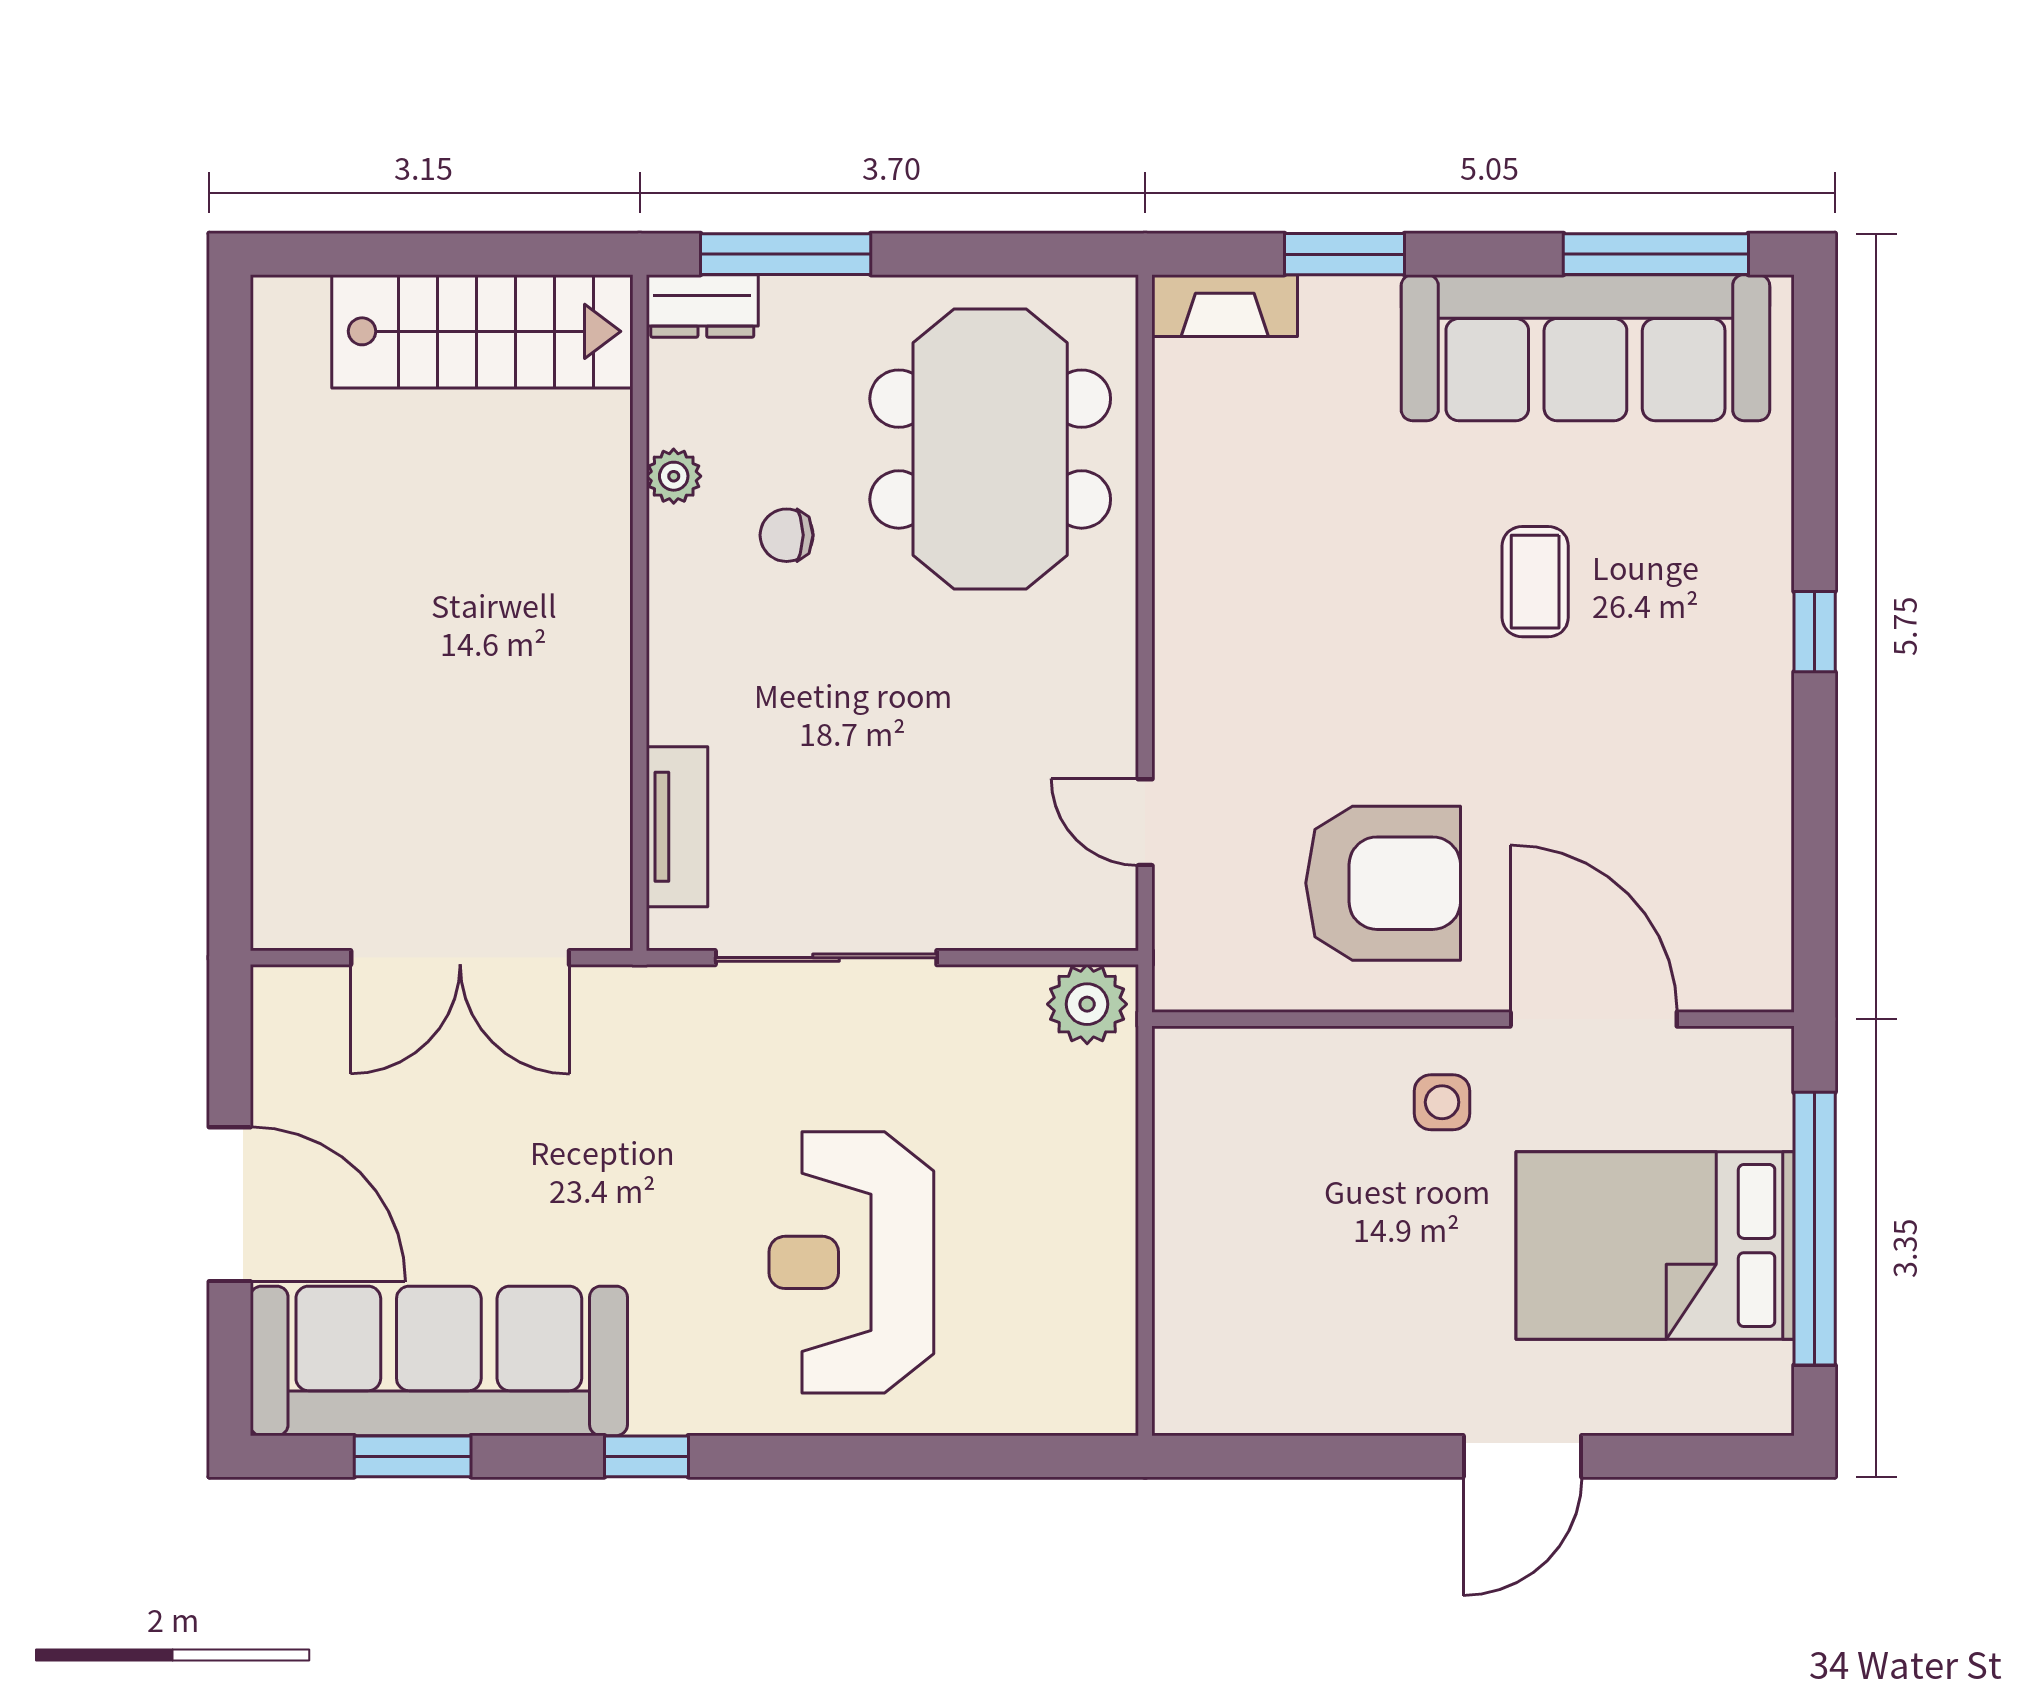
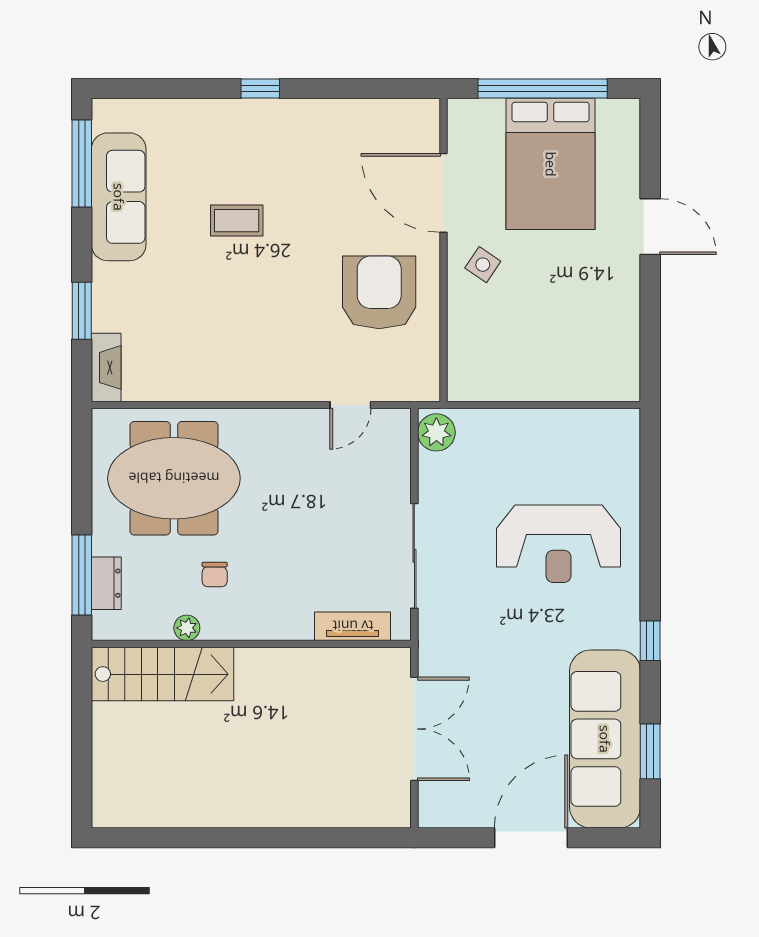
dresser: (702, 306) -> (106, 583), moved
stairs: (482, 331) -> (163, 674), moved, turned 90
sofa: (1585, 348) -> (119, 197), width x0.74, depth x0.79
door: (1594, 1019) -> (443, 193), hinge flipped
side table: (1442, 1102) -> (483, 265), turned 34

